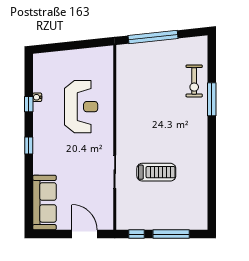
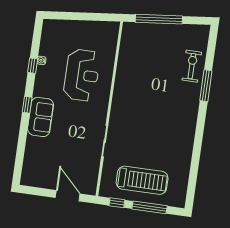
exercise bike: (194, 81) -> (192, 66), turned 180
treadmill: (156, 172) -> (142, 180), moved, width x1.37, depth x1.38
sofa: (44, 202) -> (41, 117), moved, width x0.73

